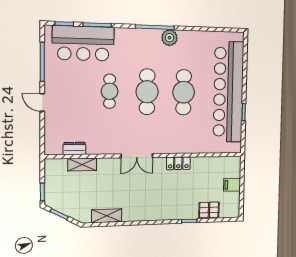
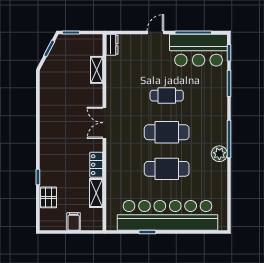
bar counter: (83, 43) -> (199, 50), moved, turned -90
dresser: (74, 148) -> (112, 45), moved
shelving: (107, 216) -> (96, 193), moved

